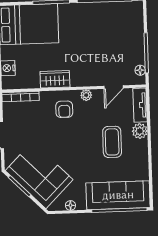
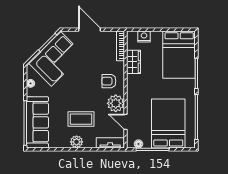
bed: (114, 34) -> (168, 124), added
wardrobe: (55, 79) -> (134, 62), moved
plant: (86, 95) -> (116, 103), width x1.88, depth x1.88
plant: (140, 131) -> (77, 142), moved

